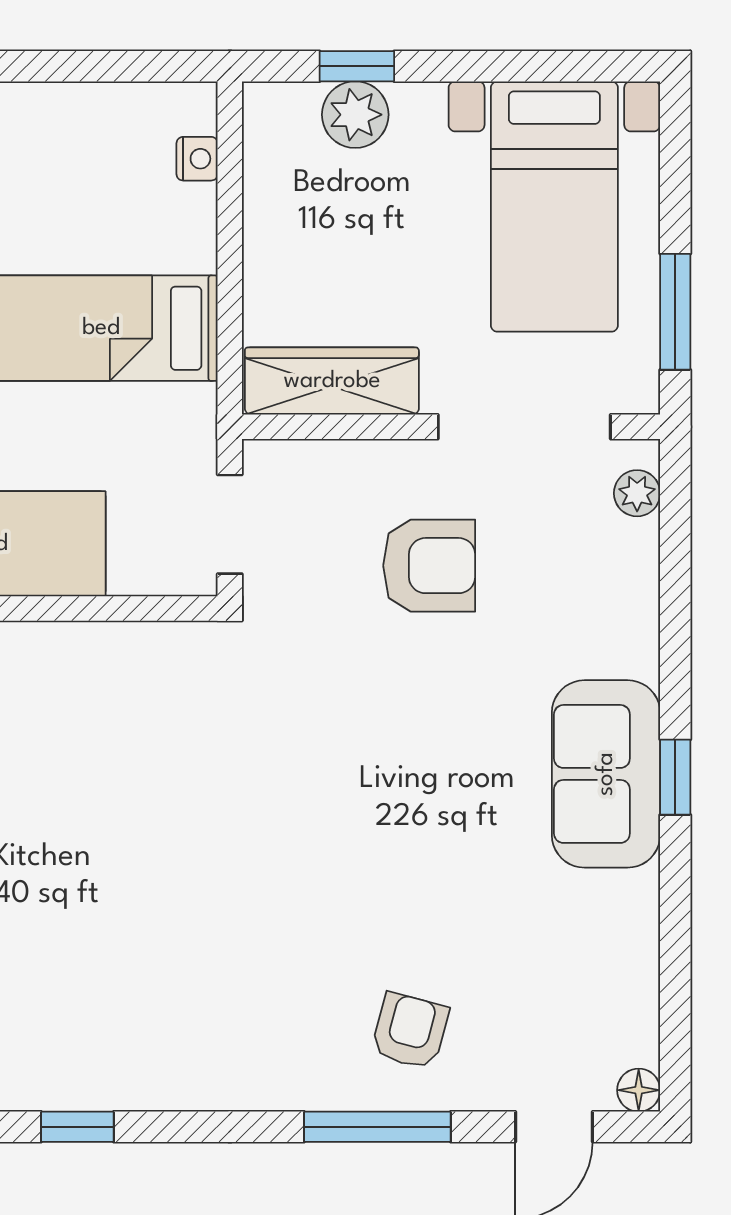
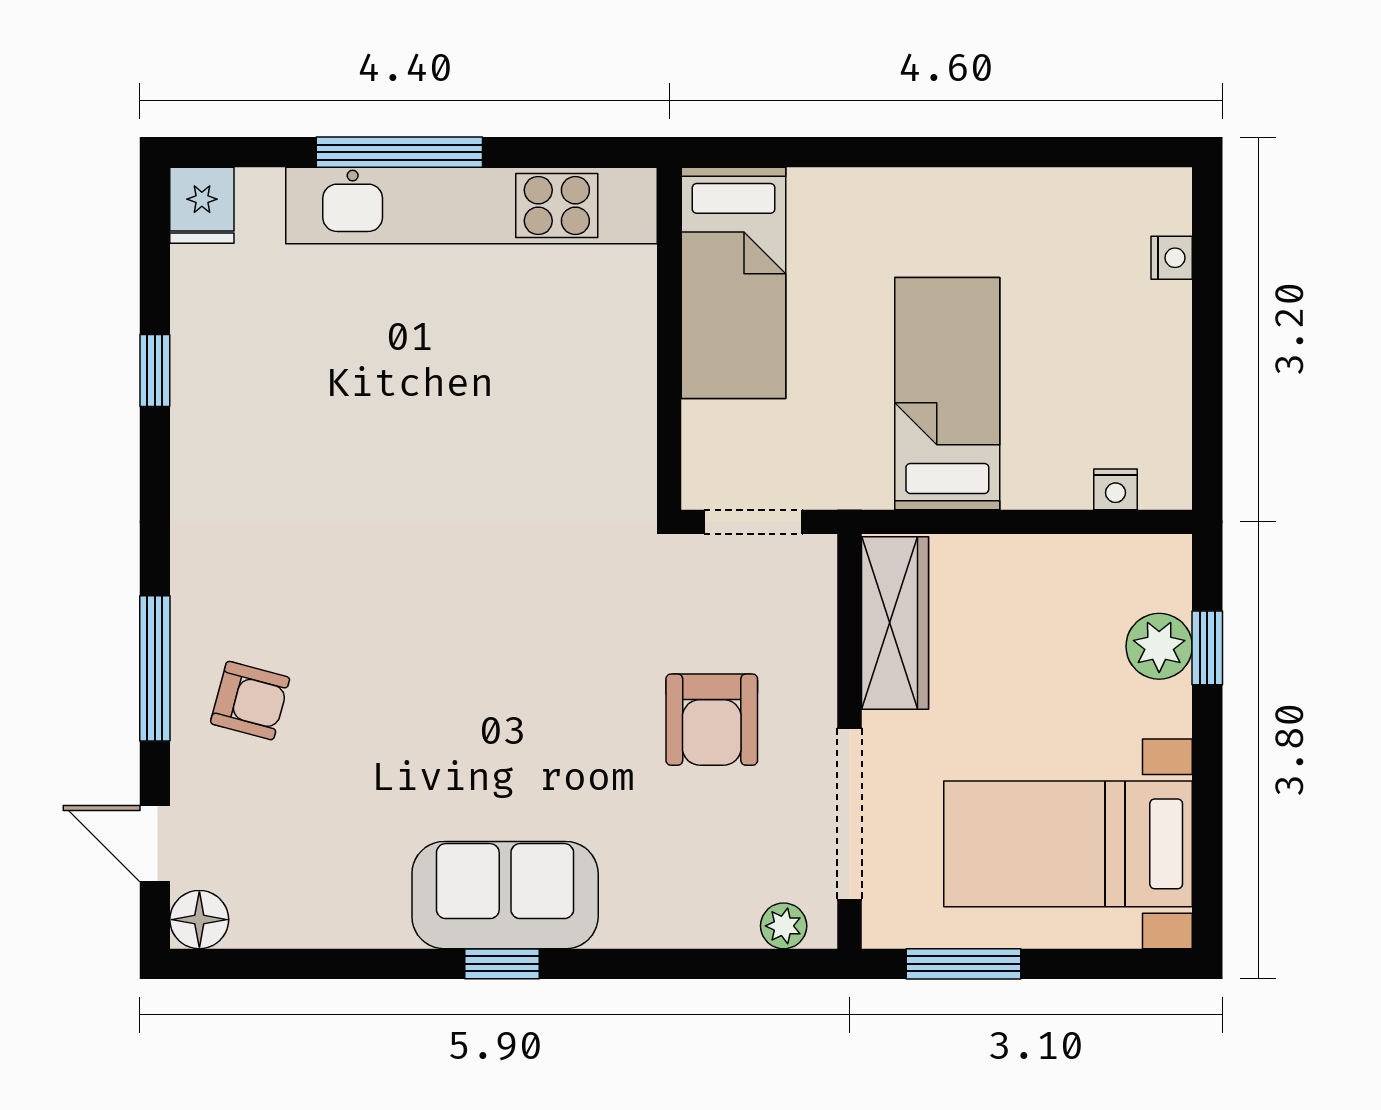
floor lamp: (639, 1090) -> (199, 920), width x1.37, depth x1.37

